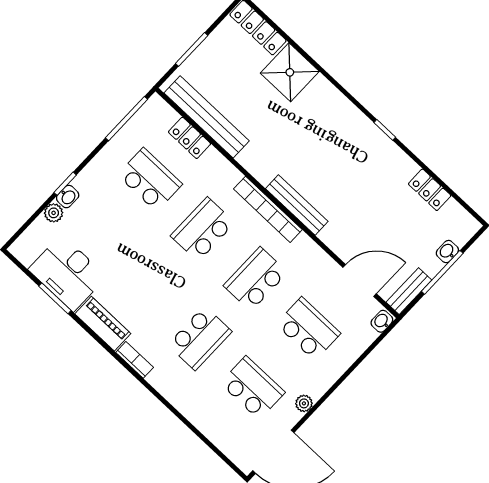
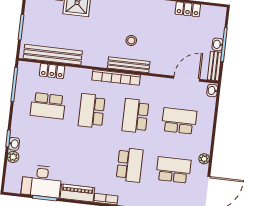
stool: (324, 175) -> (131, 40), added
school desk: (150, 180) -> (48, 106), turned 180
washbasin: (447, 252) -> (217, 44), moved

